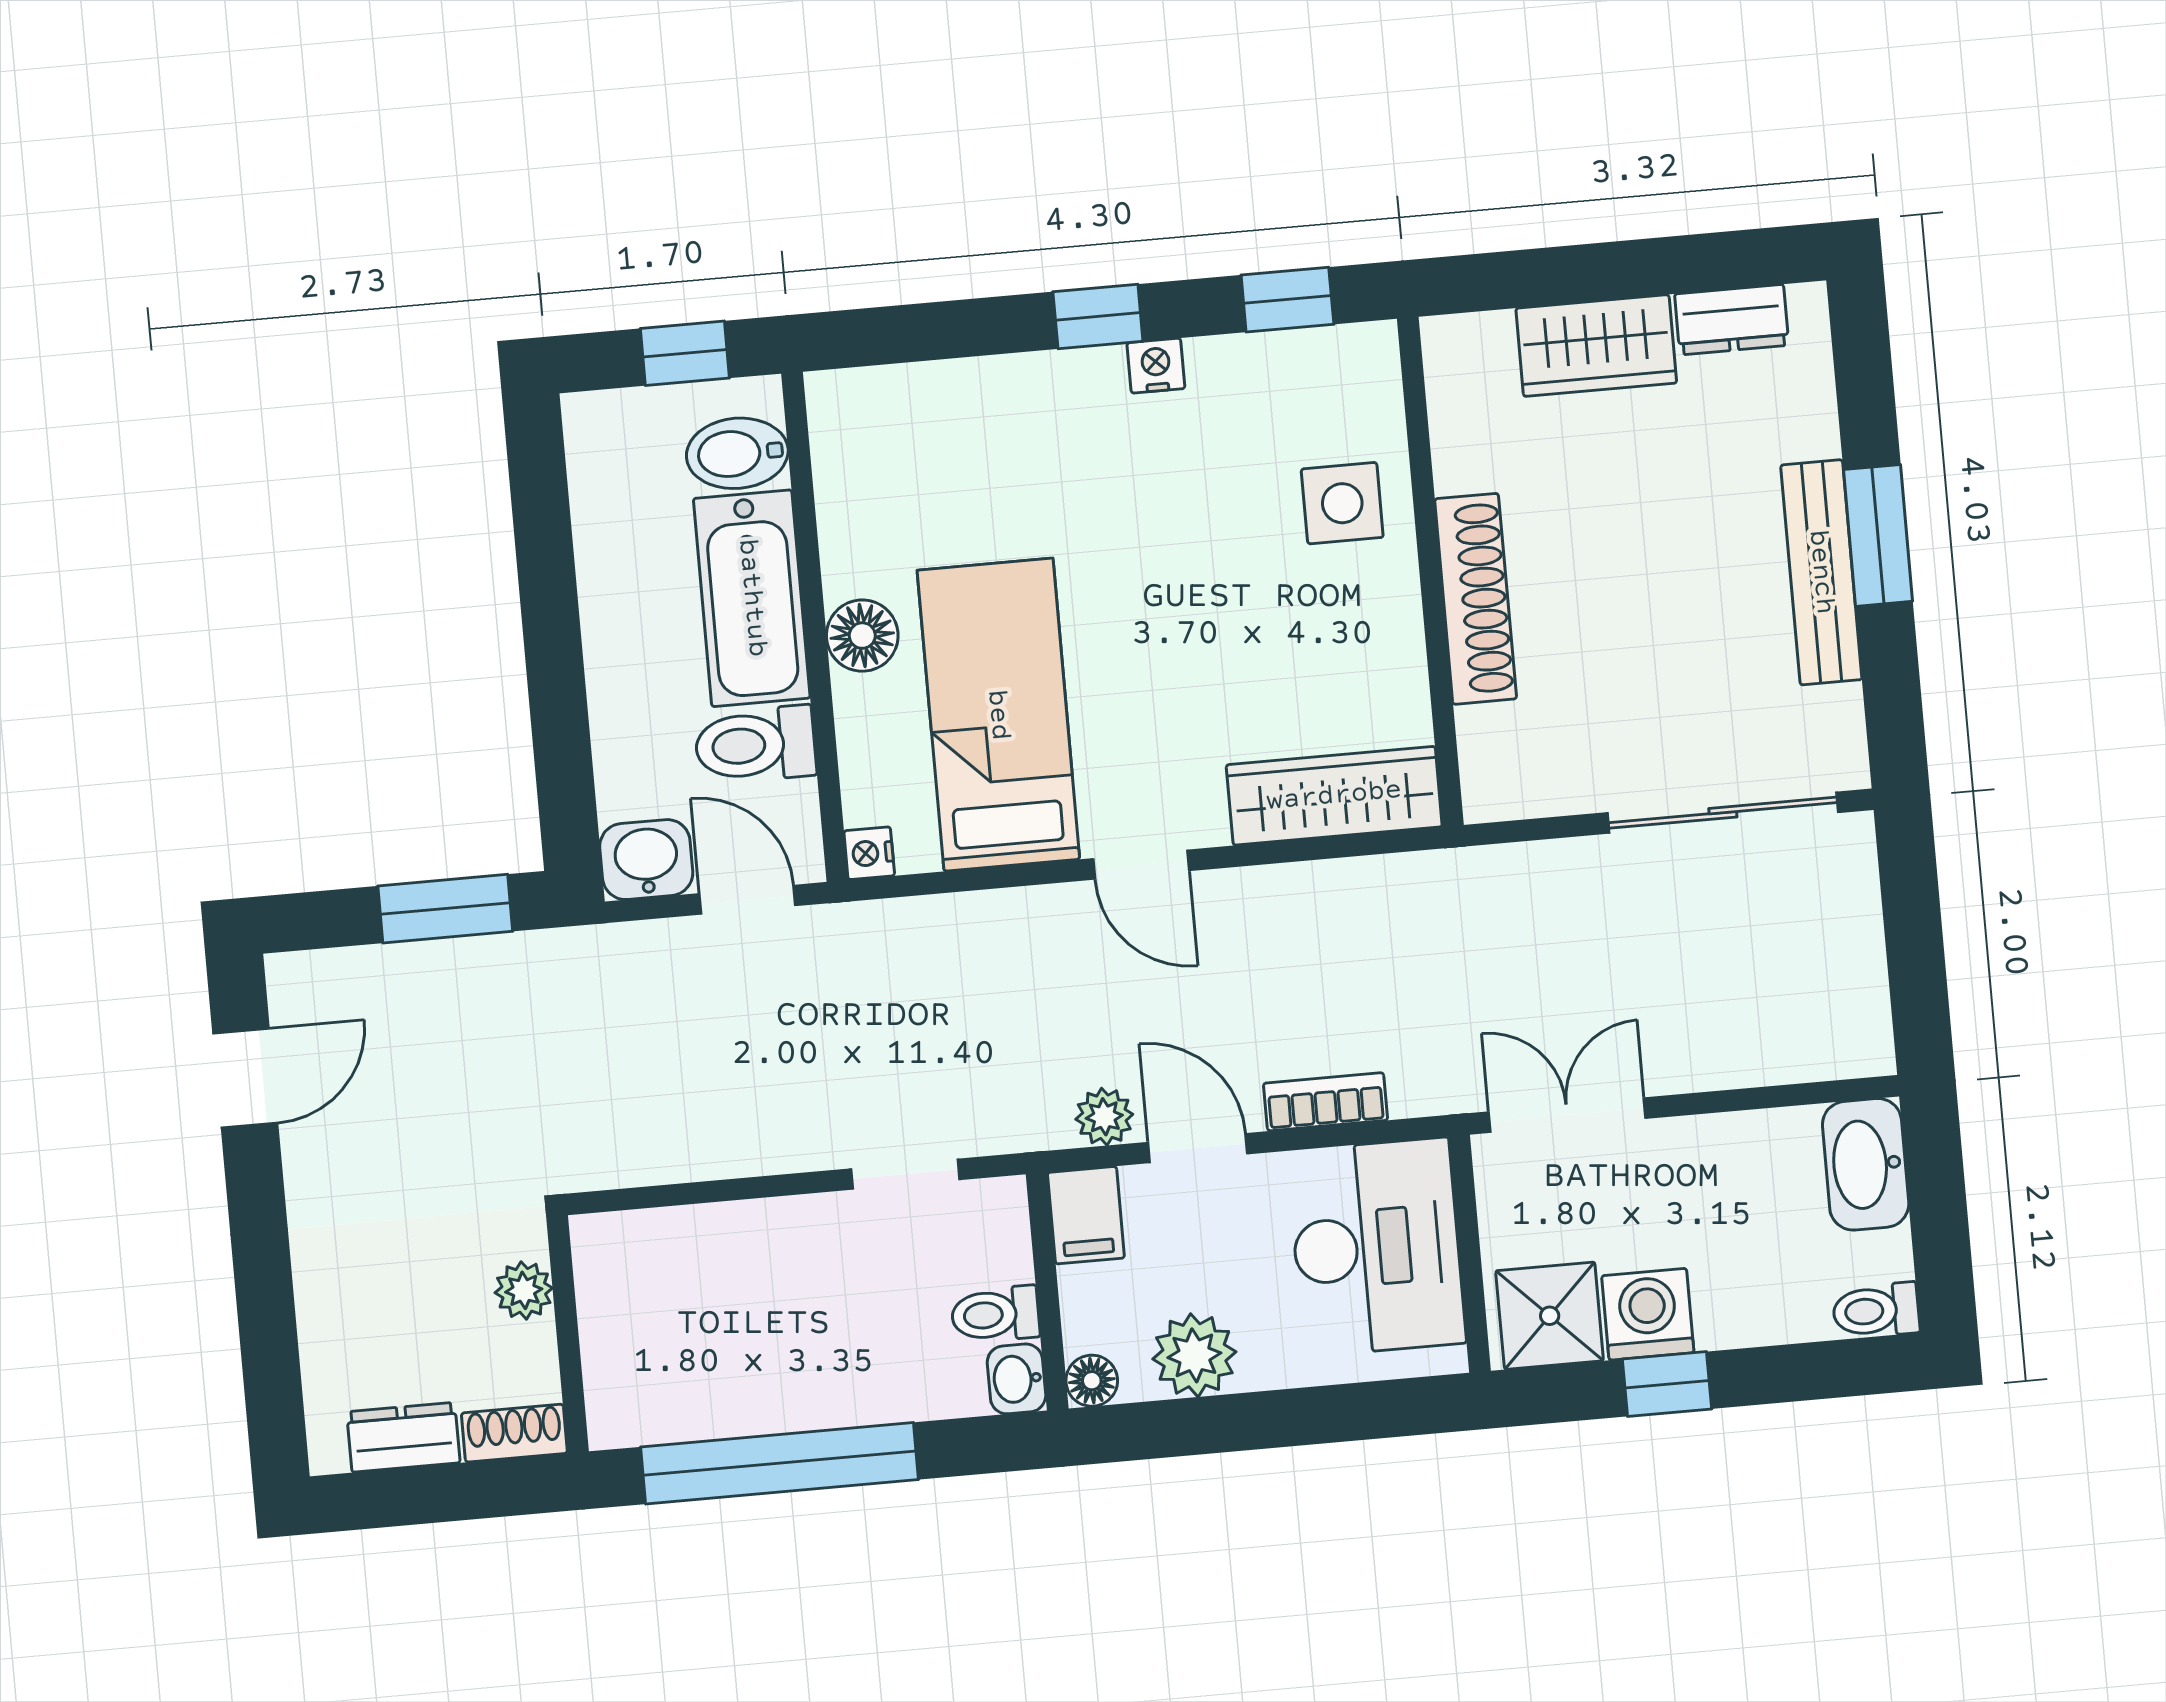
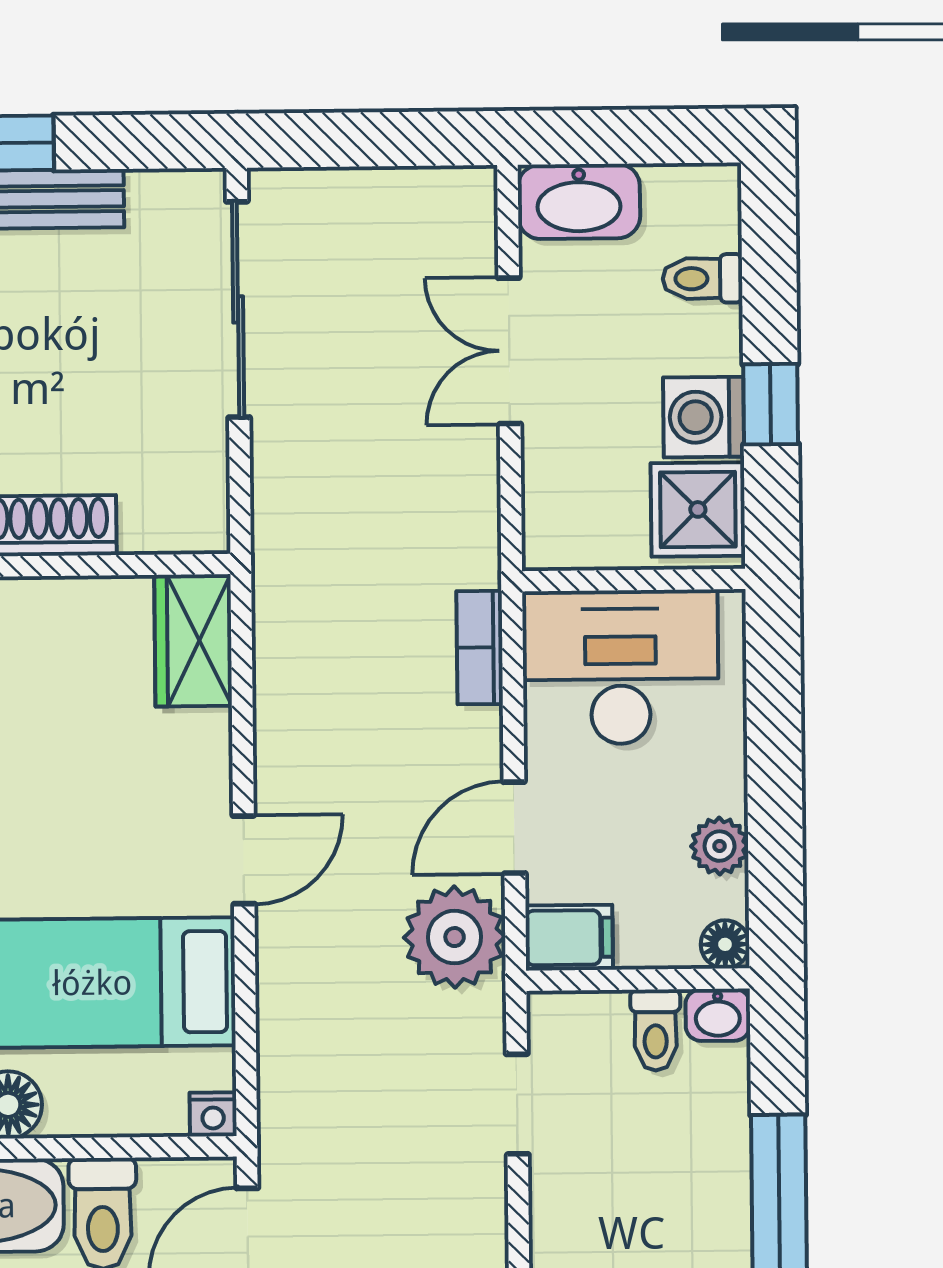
wardrobe: (1334, 796) -> (193, 640), width x0.67
bookcase: (1325, 1102) -> (480, 648), moved
double door: (1567, 1115) -> (509, 351), moved
plant: (1104, 1117) -> (455, 937), width x1.87, depth x1.87
toilet: (1876, 1311) -> (703, 279), moved, turned 90
plant: (1194, 1355) -> (720, 846), width x0.73, depth x0.73

